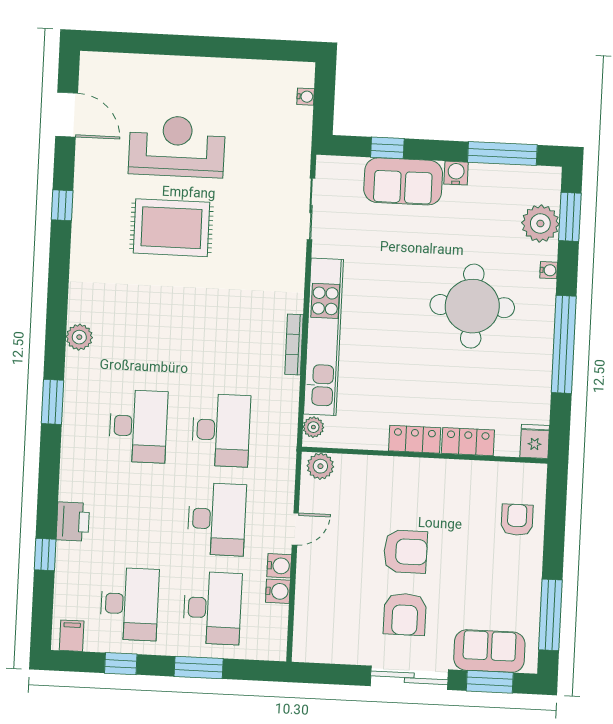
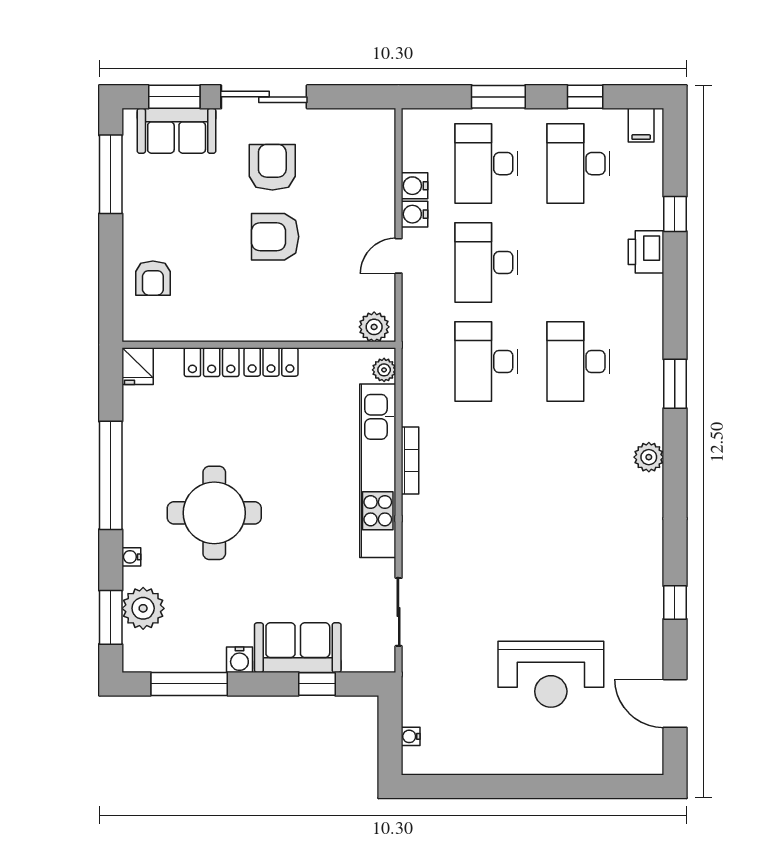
rug: (171, 228) -> (552, 584), removed

